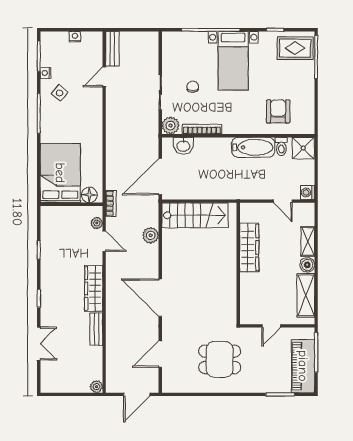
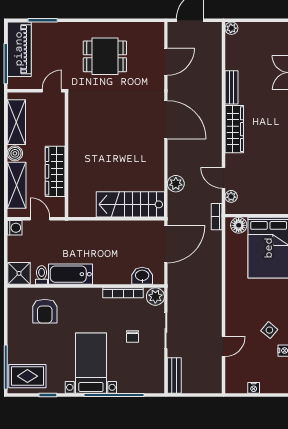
bench: (112, 49) -> (174, 375), moved
shelving: (308, 241) -> (17, 185), width x1.50, depth x1.33
wardrobe: (249, 247) -> (55, 171), moved
wall: (238, 264) -> (67, 155), moved

